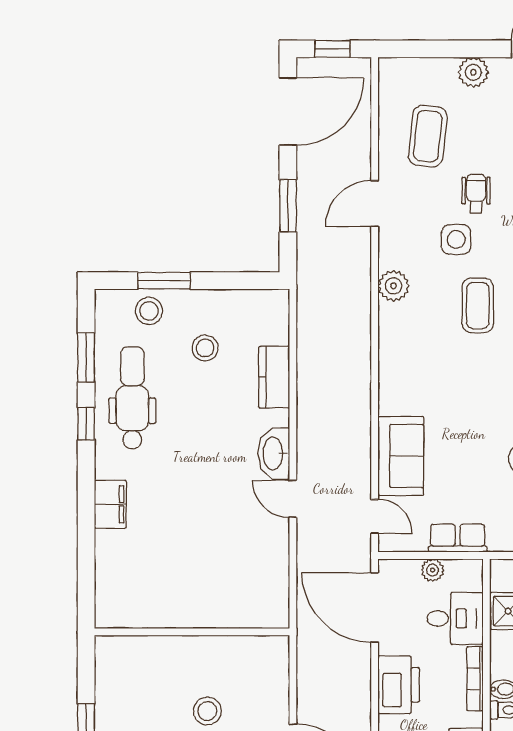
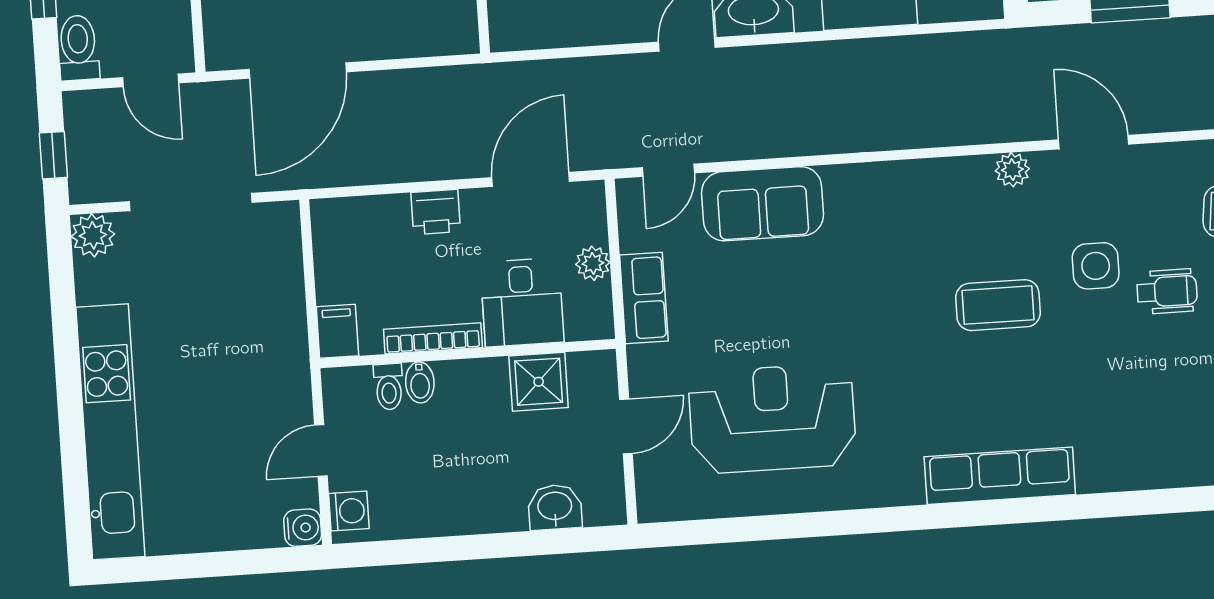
door: (375, 204) -> (1094, 142), moved
plant: (394, 286) -> (1012, 170), width x0.73, depth x0.73
door: (375, 607) -> (531, 179), width x0.73
printer: (399, 685) -> (436, 212), width x0.53, depth x0.68

